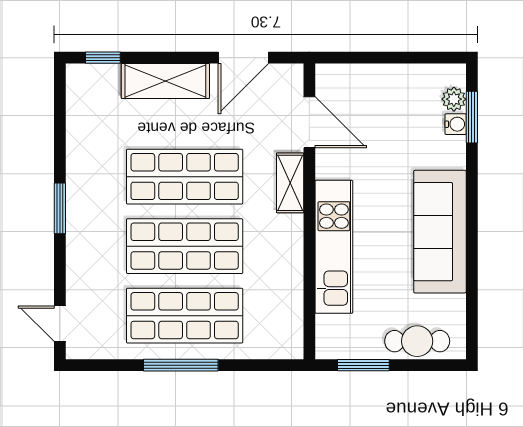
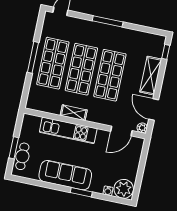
plant: (292, 75) -> (142, 128), added
plant: (454, 99) -> (124, 189), width x1.88, depth x1.88
window: (472, 117) -> (81, 192), moved
shelving: (290, 183) -> (74, 113), moved
window: (60, 208) -> (108, 21), width x1.44
window: (363, 365) -> (14, 148), moved

